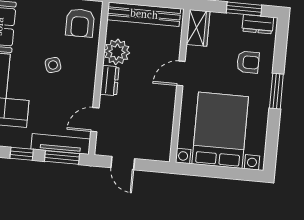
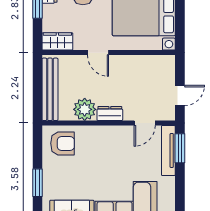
side table: (53, 65) -> (101, 163), removed
door: (95, 120) -> (145, 123), hinge flipped
window: (22, 154) -> (180, 183), removed

